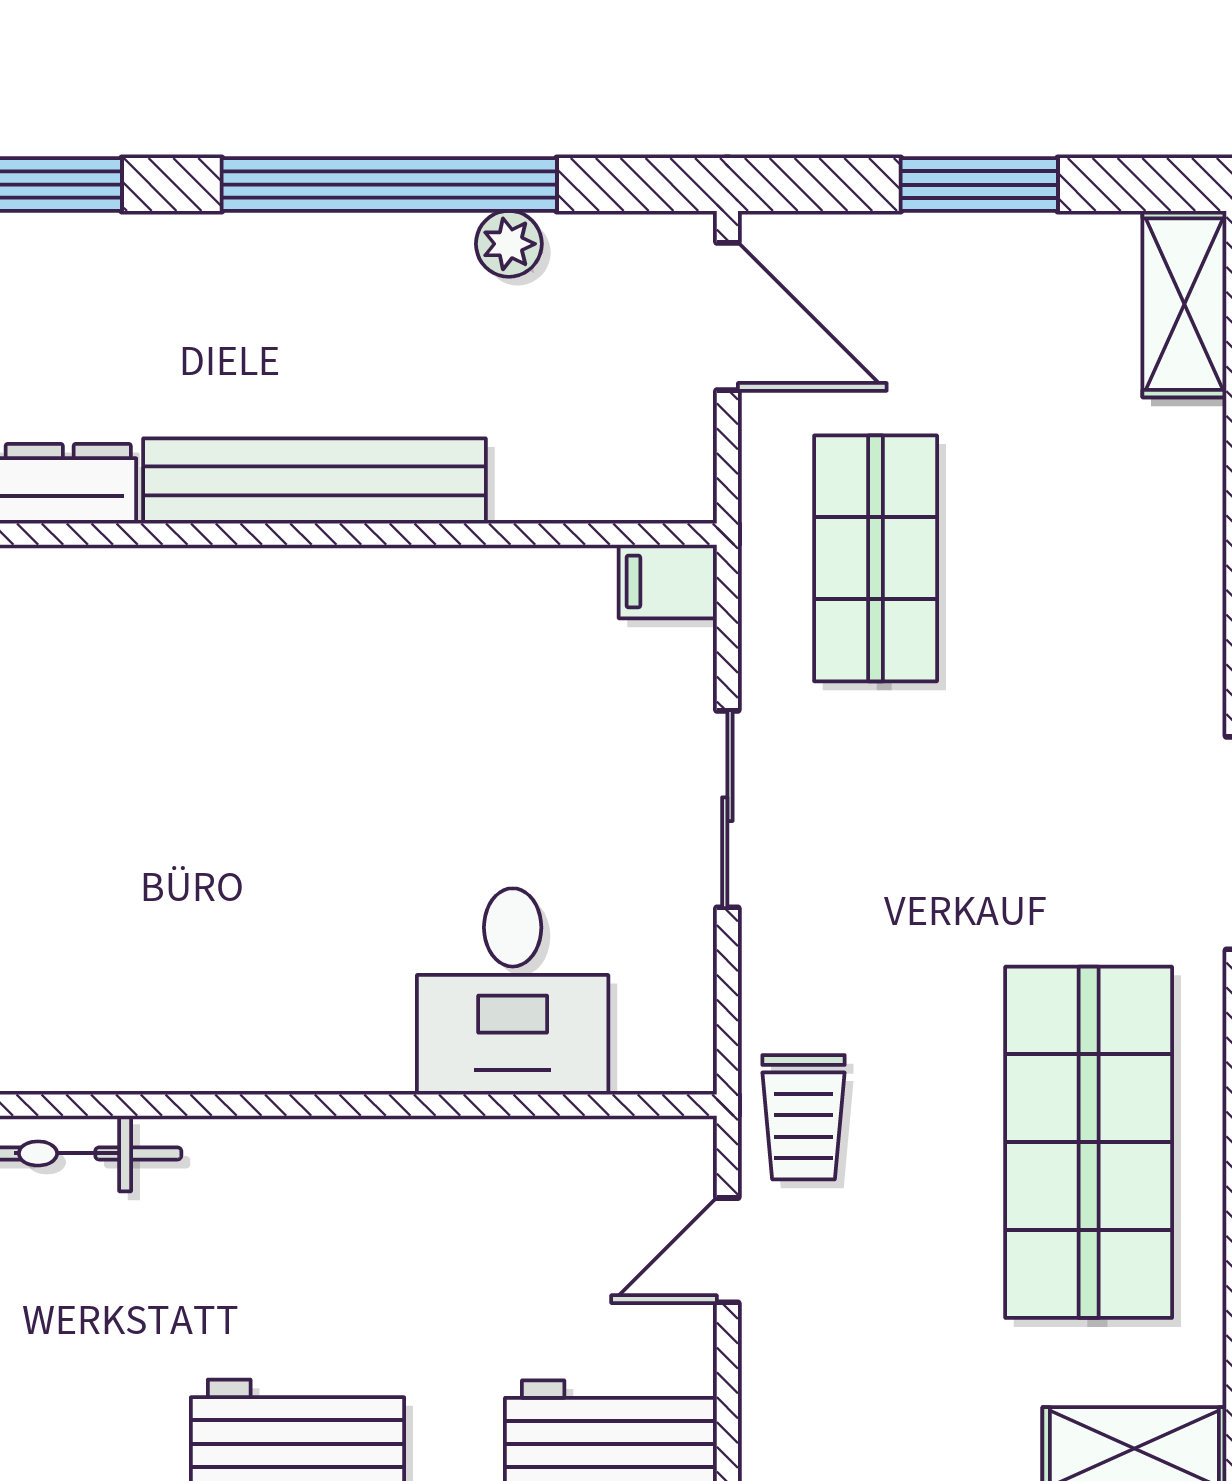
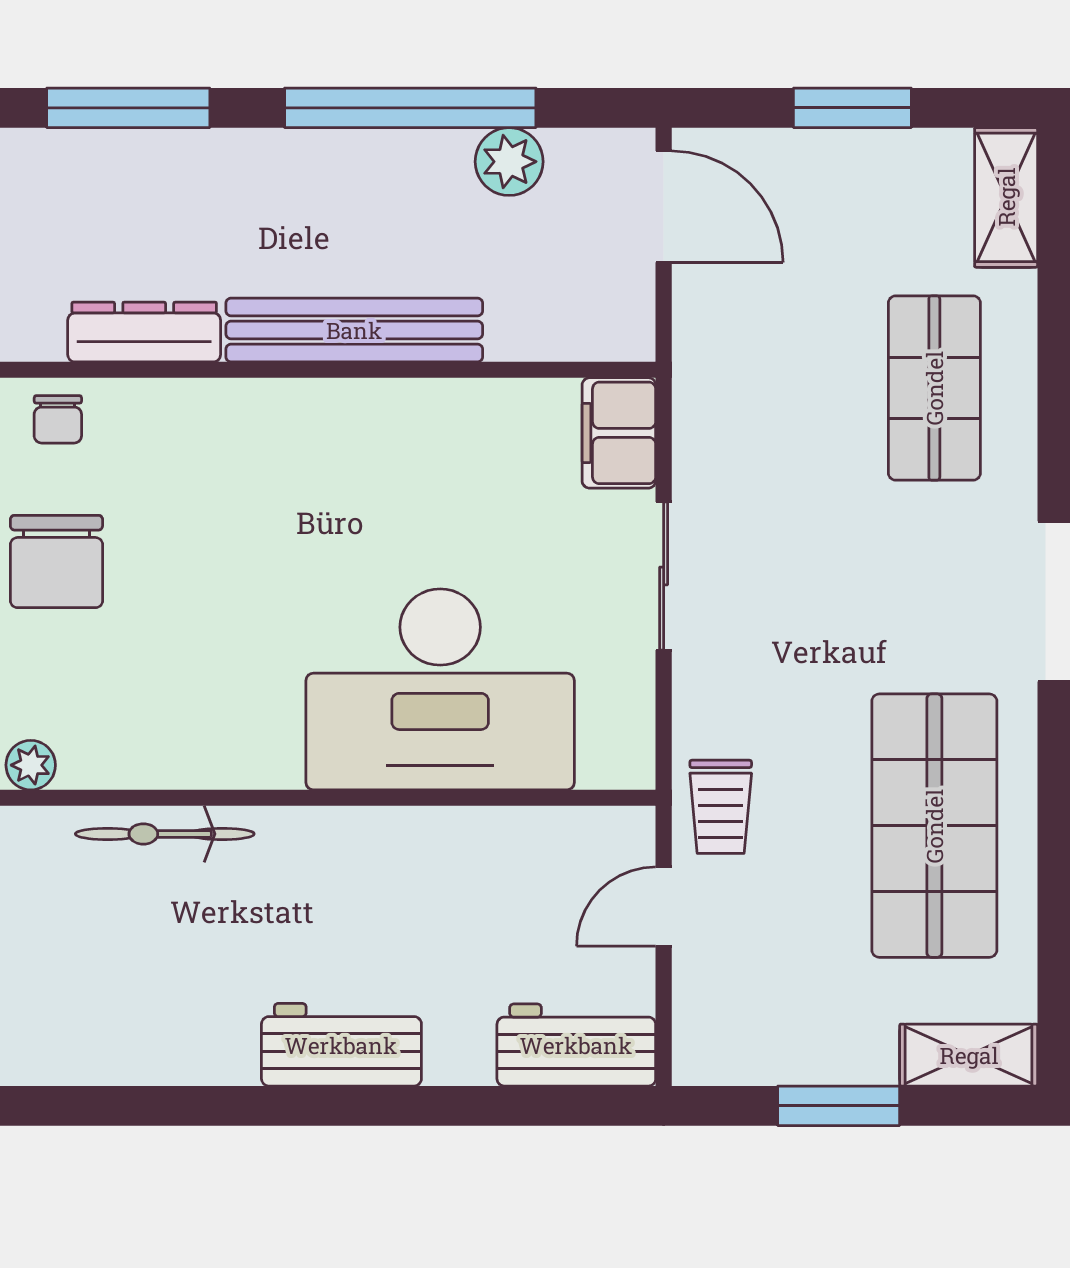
plant: (509, 244) -> (509, 162), width x1.38, depth x1.38
shop shelf: (876, 558) -> (934, 388), moved
filing cabinet: (668, 581) -> (619, 433), width x2.00
desk: (513, 991) -> (440, 689), width x1.87, depth x1.30

